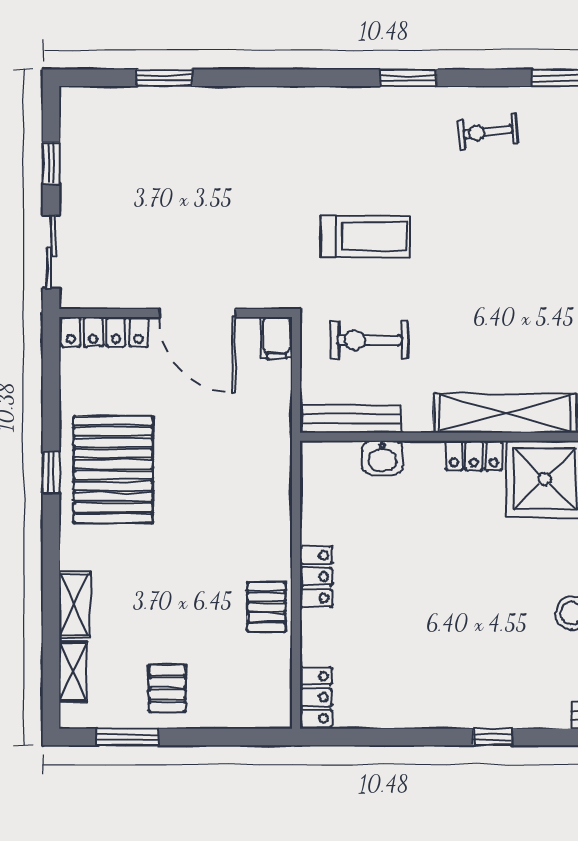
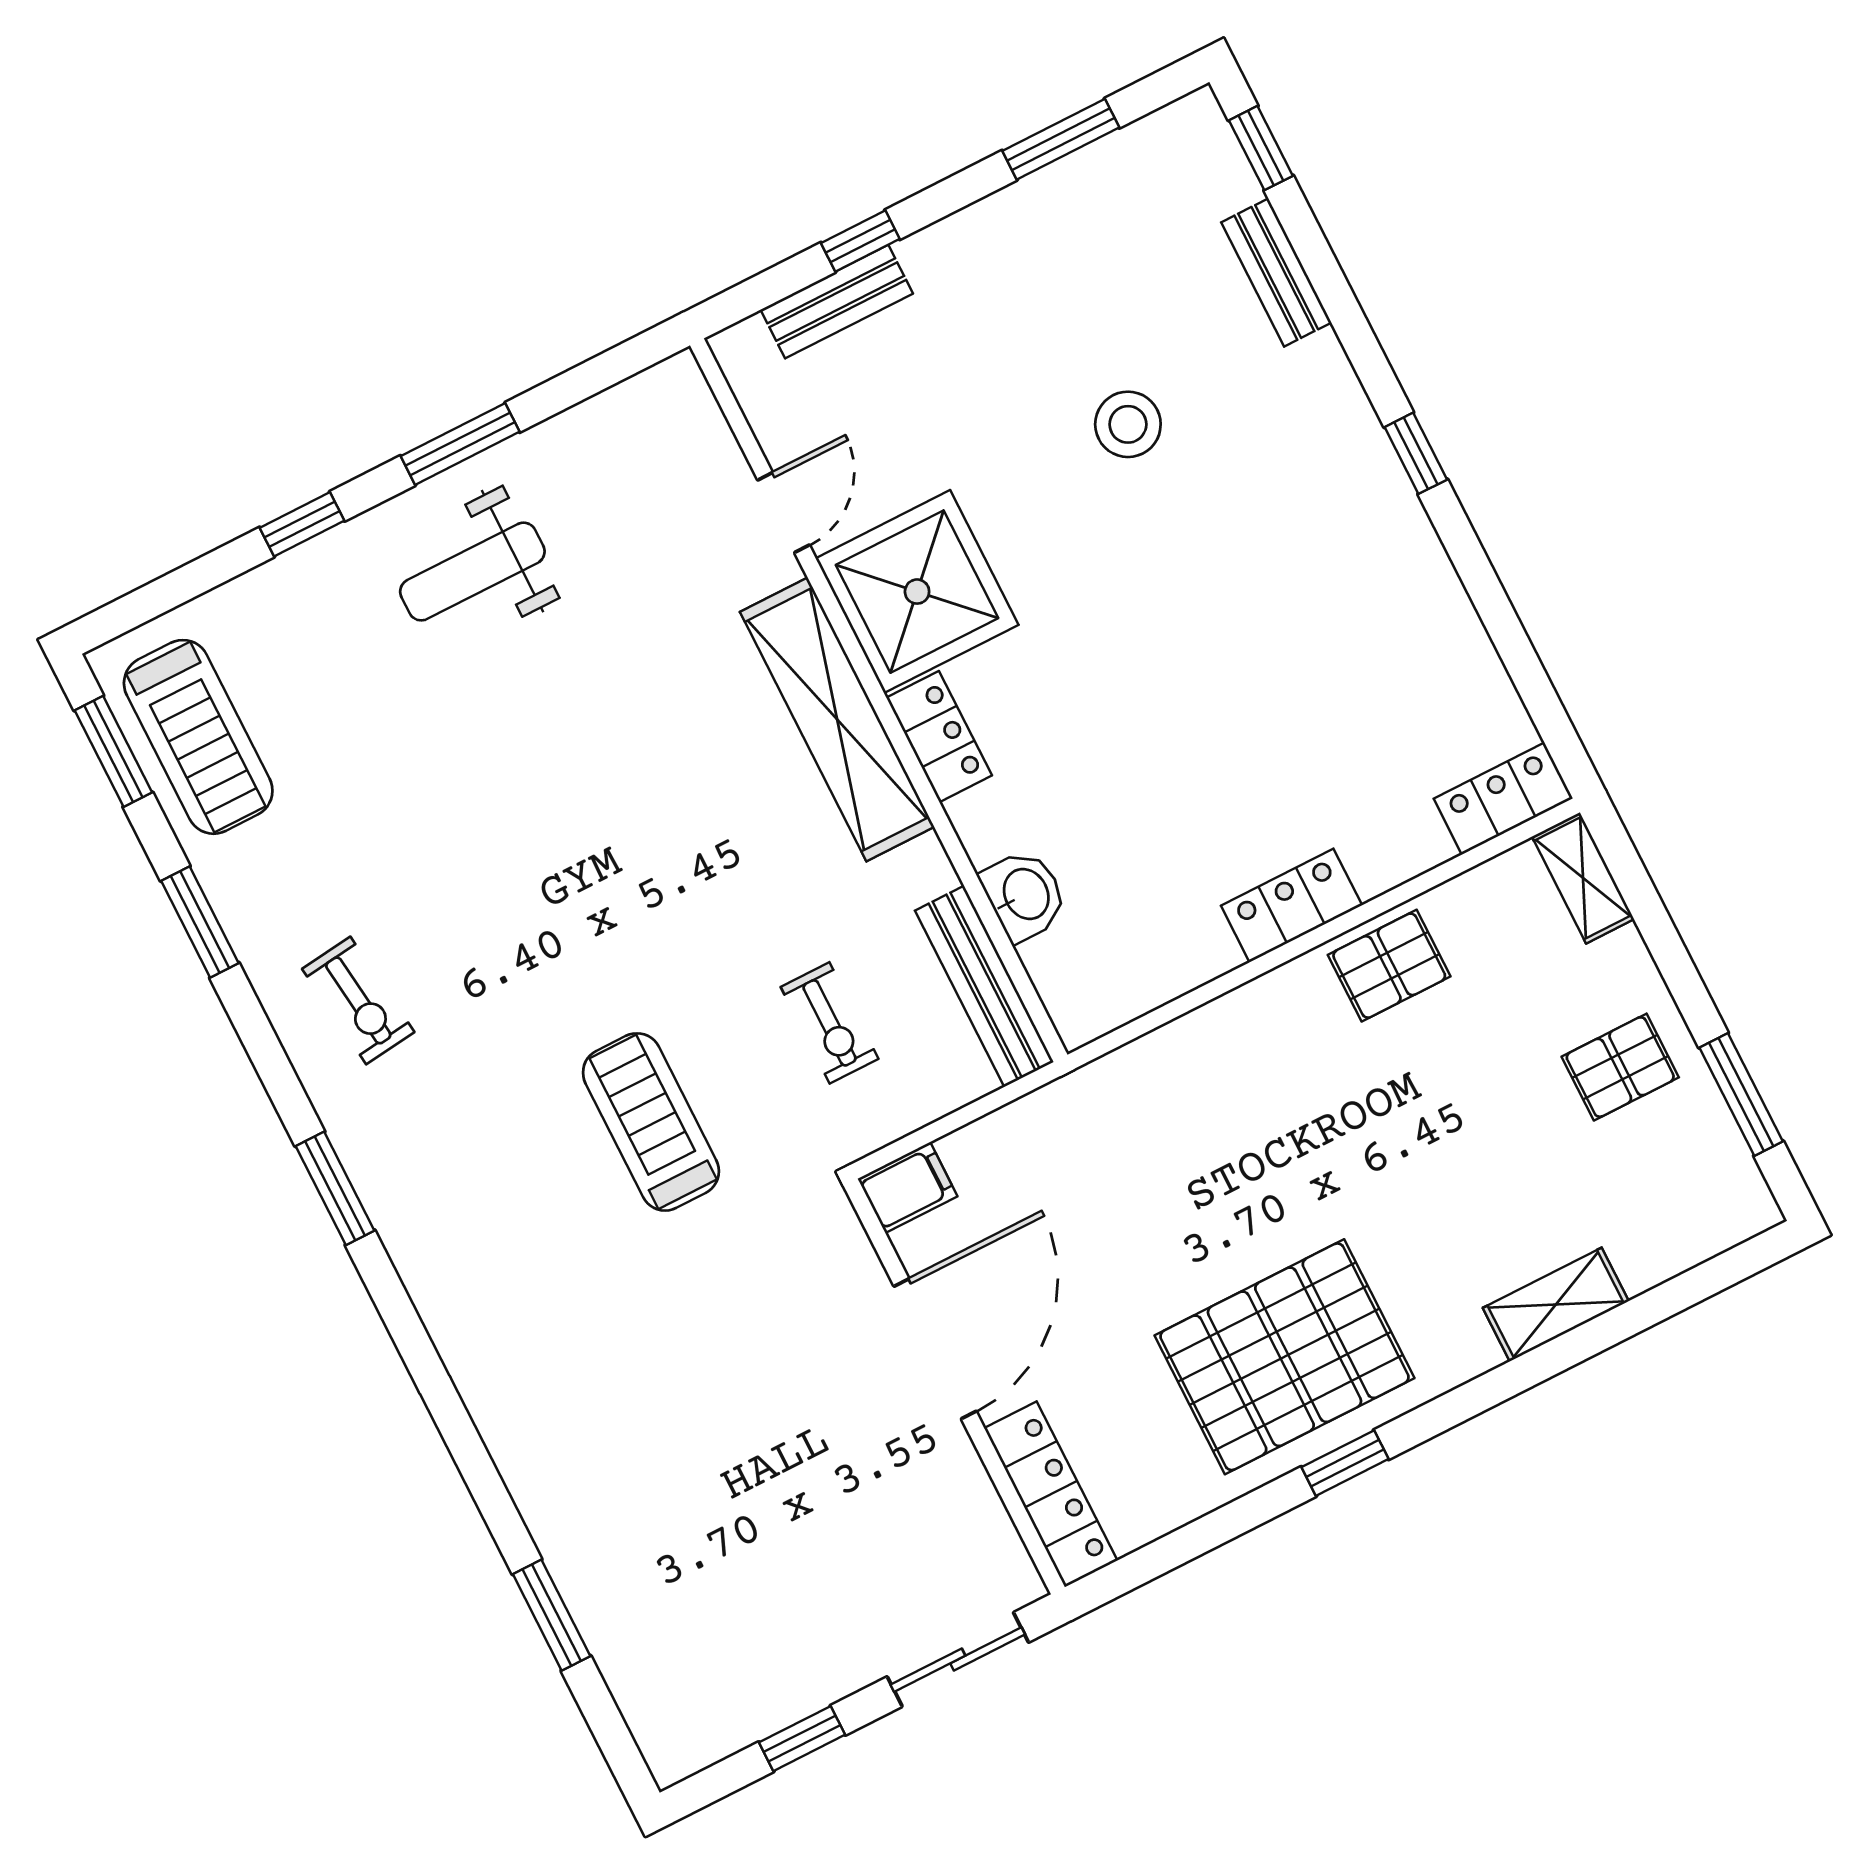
exercise bike: (369, 340) -> (830, 1023), width x0.73, depth x0.72
shelving: (73, 672) -> (1583, 878), moved, turned 90

